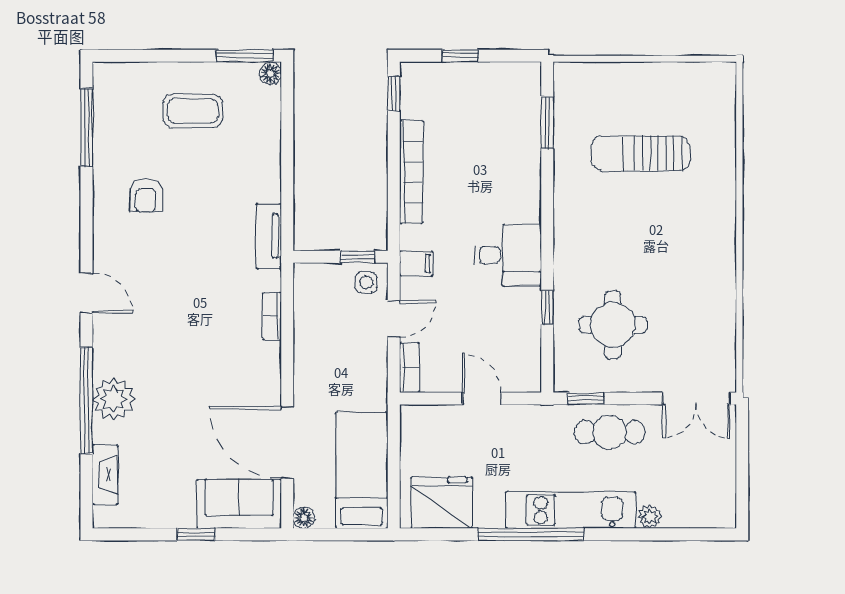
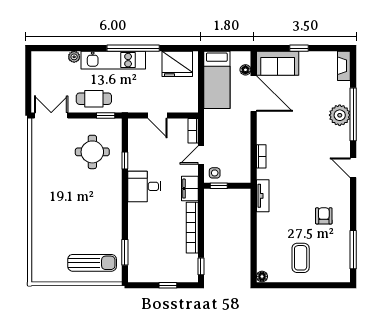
window: (245, 56) -> (275, 285), removed
coffee table: (193, 111) -> (301, 258), turned 90
sun lounger: (641, 153) -> (92, 263), moved
filing cabinet: (416, 263) -> (190, 189), width x2.00
fireplace: (105, 475) -> (344, 66), moved
floor lamp: (304, 518) -> (245, 70), moved

